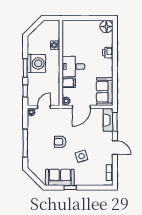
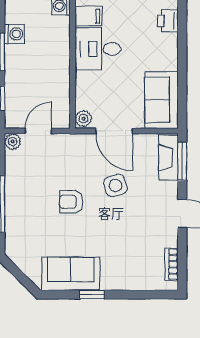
washing machine: (36, 63) -> (14, 34), width x0.53, depth x0.53
filing cabinet: (69, 83) -> (88, 16), moved
door: (81, 107) -> (114, 131), hinge flipped
side table: (81, 156) -> (115, 185), moved

